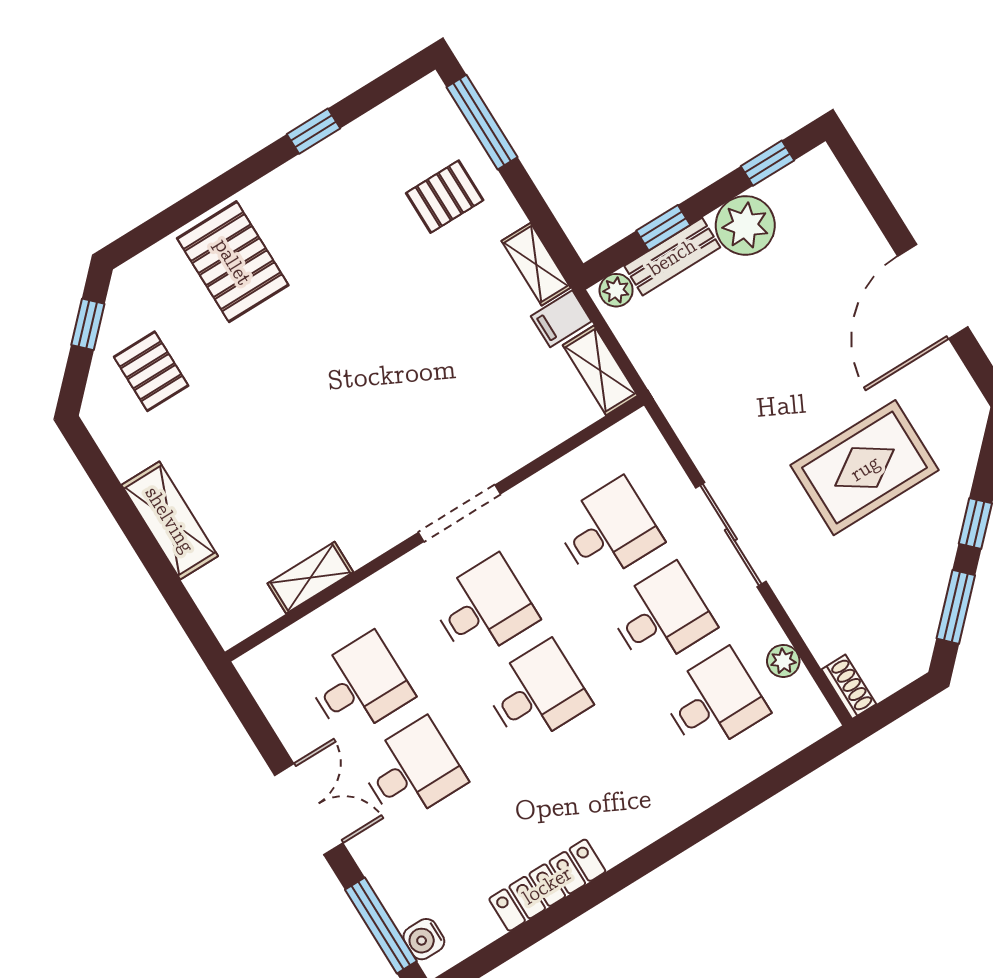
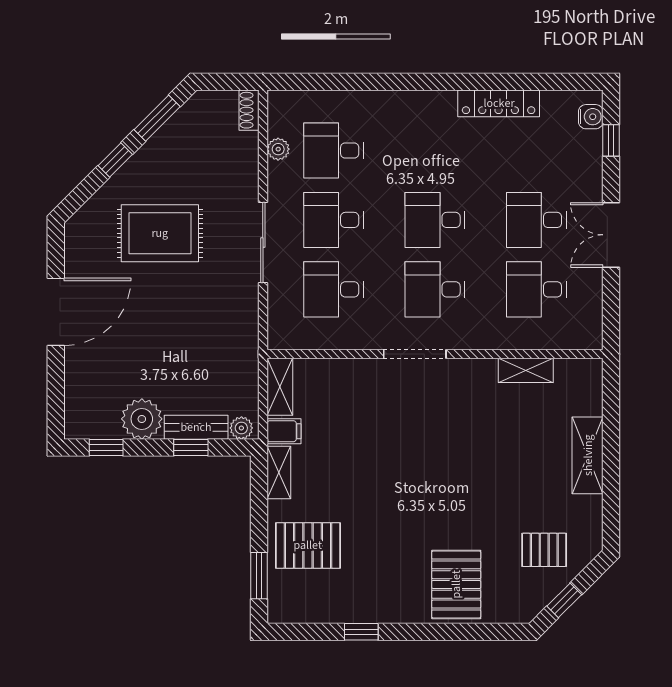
window: (482, 122) -> (259, 576), width x0.69
pallet: (445, 197) -> (308, 545), width x1.50, depth x1.42
pallet: (151, 371) -> (544, 550), turned 90
window: (381, 925) -> (611, 140), width x0.46

